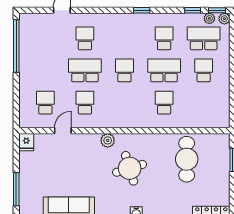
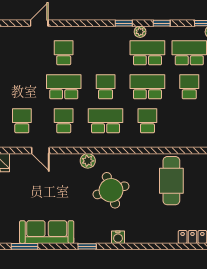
window: (193, 10) -> (162, 23), moved
plant: (209, 18) -> (140, 32), moved
school desk: (164, 38) -> (147, 53), width x1.85
school desk: (124, 103) -> (106, 121), added
door: (63, 131) -> (40, 150), swing flipped

